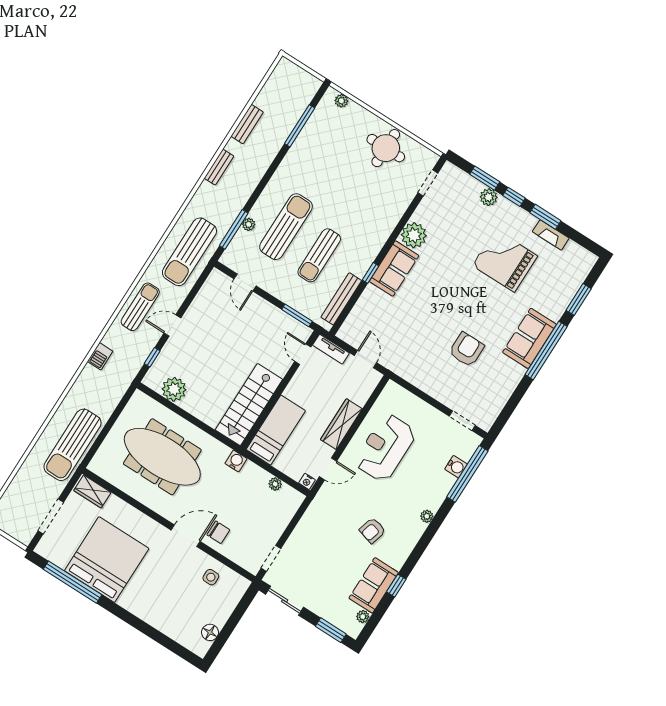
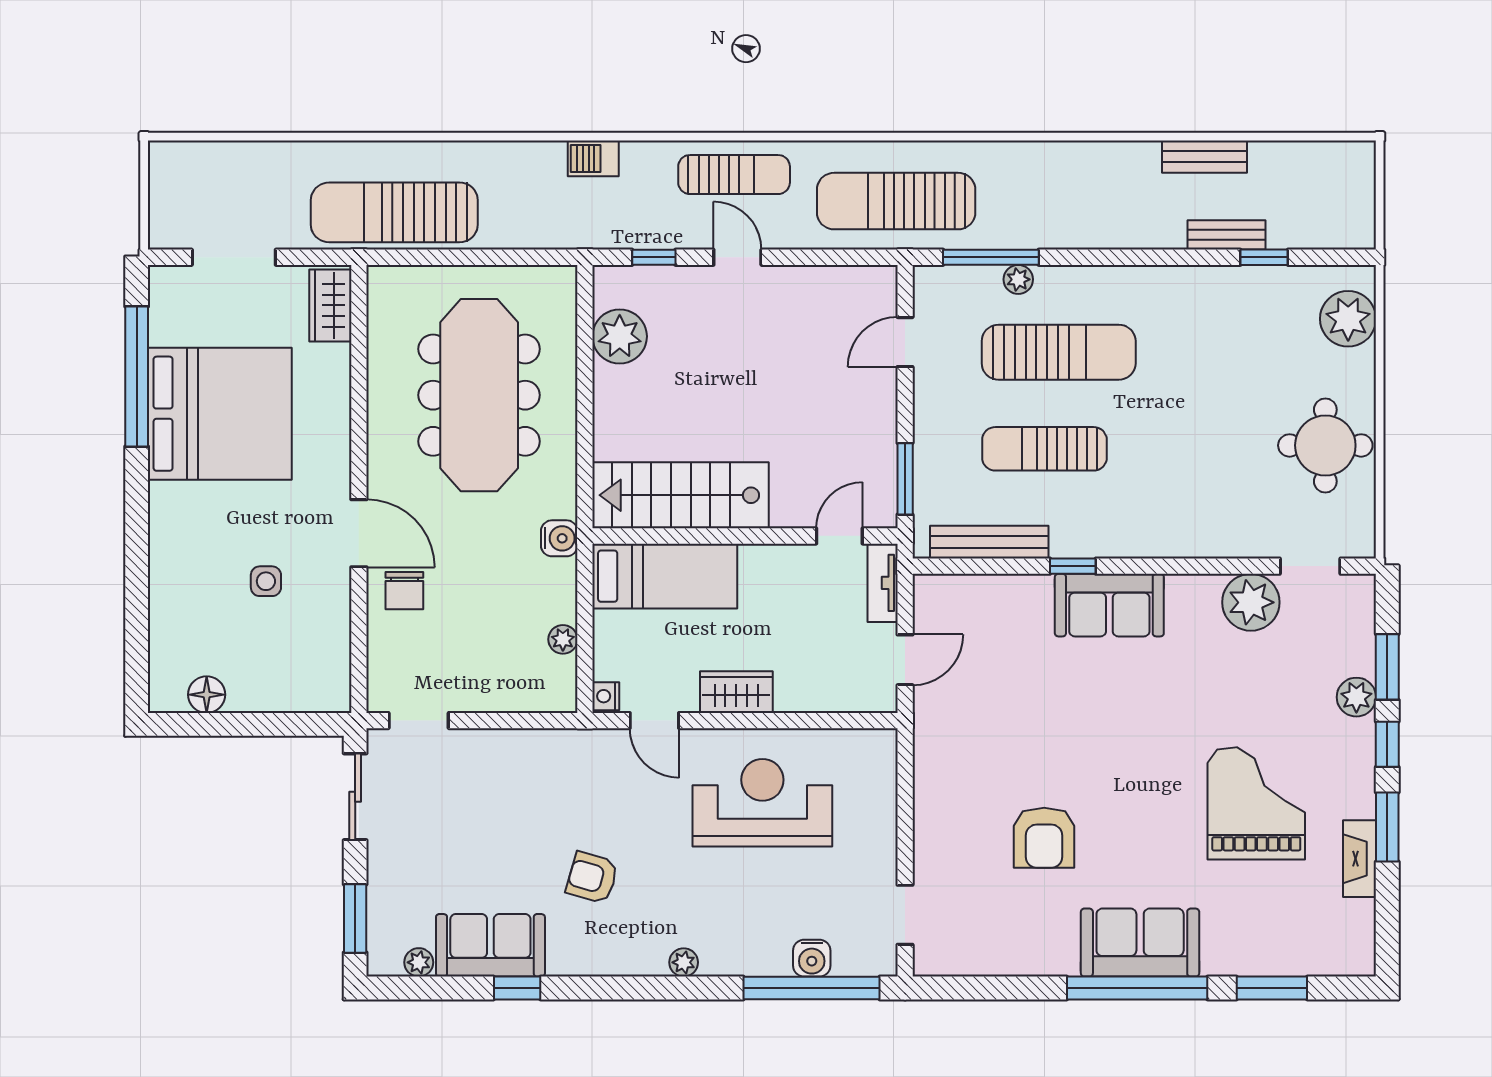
plant: (341, 101) -> (1348, 319), width x1.87, depth x1.87
window: (300, 126) -> (1264, 257), width x0.46
bench: (219, 167) -> (1227, 235), moved
plant: (414, 235) -> (1251, 602), moved
armchair: (467, 349) -> (1044, 838), turned 90
wardrobe: (341, 424) -> (736, 692), width x0.67
side table: (211, 577) -> (266, 581), moved

